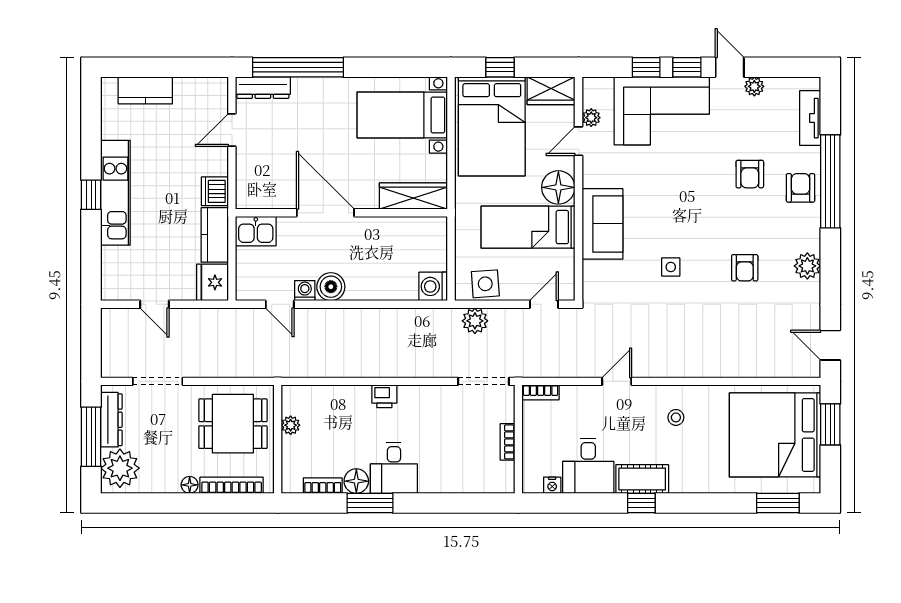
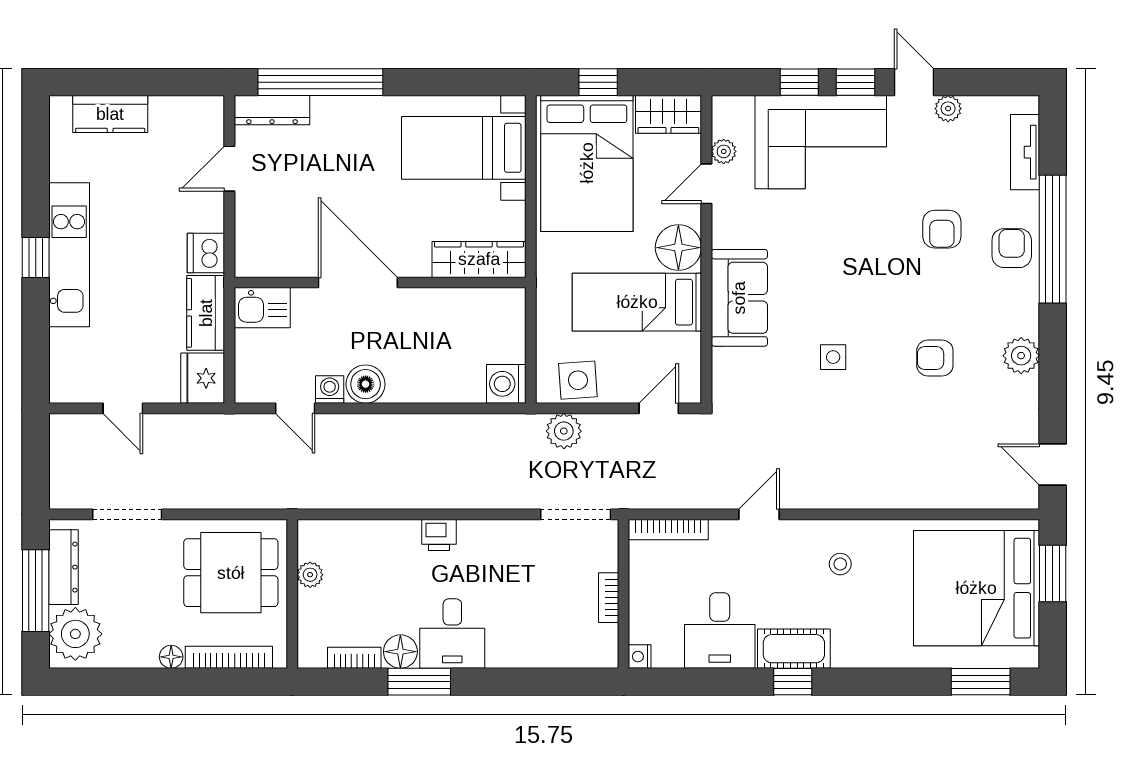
armchair: (745, 268) -> (935, 358), turned 90
bookcase: (541, 392) -> (668, 530), width x1.56
nightstand: (552, 485) -> (640, 657), moved, turned 90

